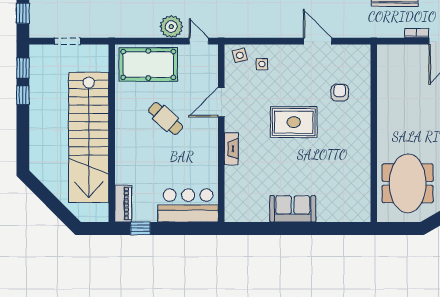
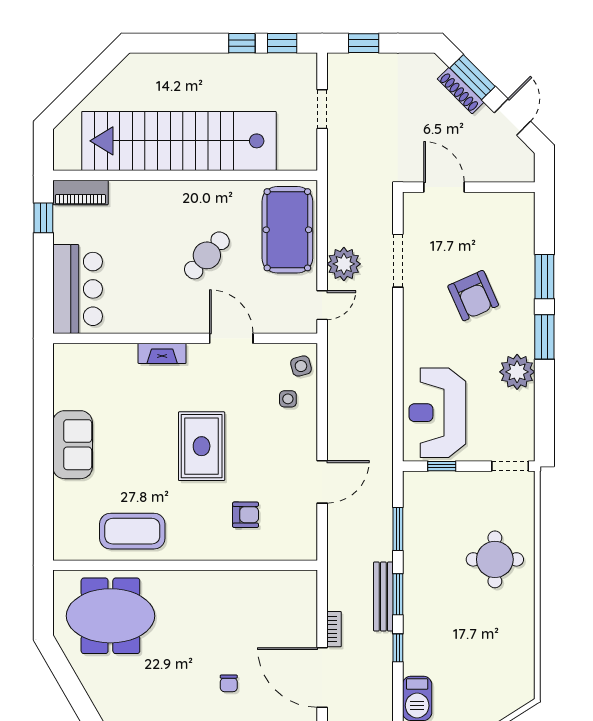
coffee table: (351, 169) -> (132, 531), added

